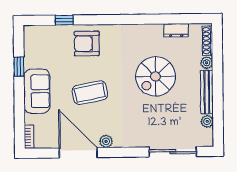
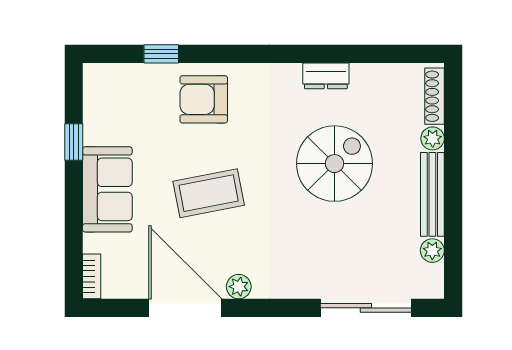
dresser: (176, 30) -> (326, 76), moved
spiral stairs: (155, 76) -> (335, 164), turned 180

